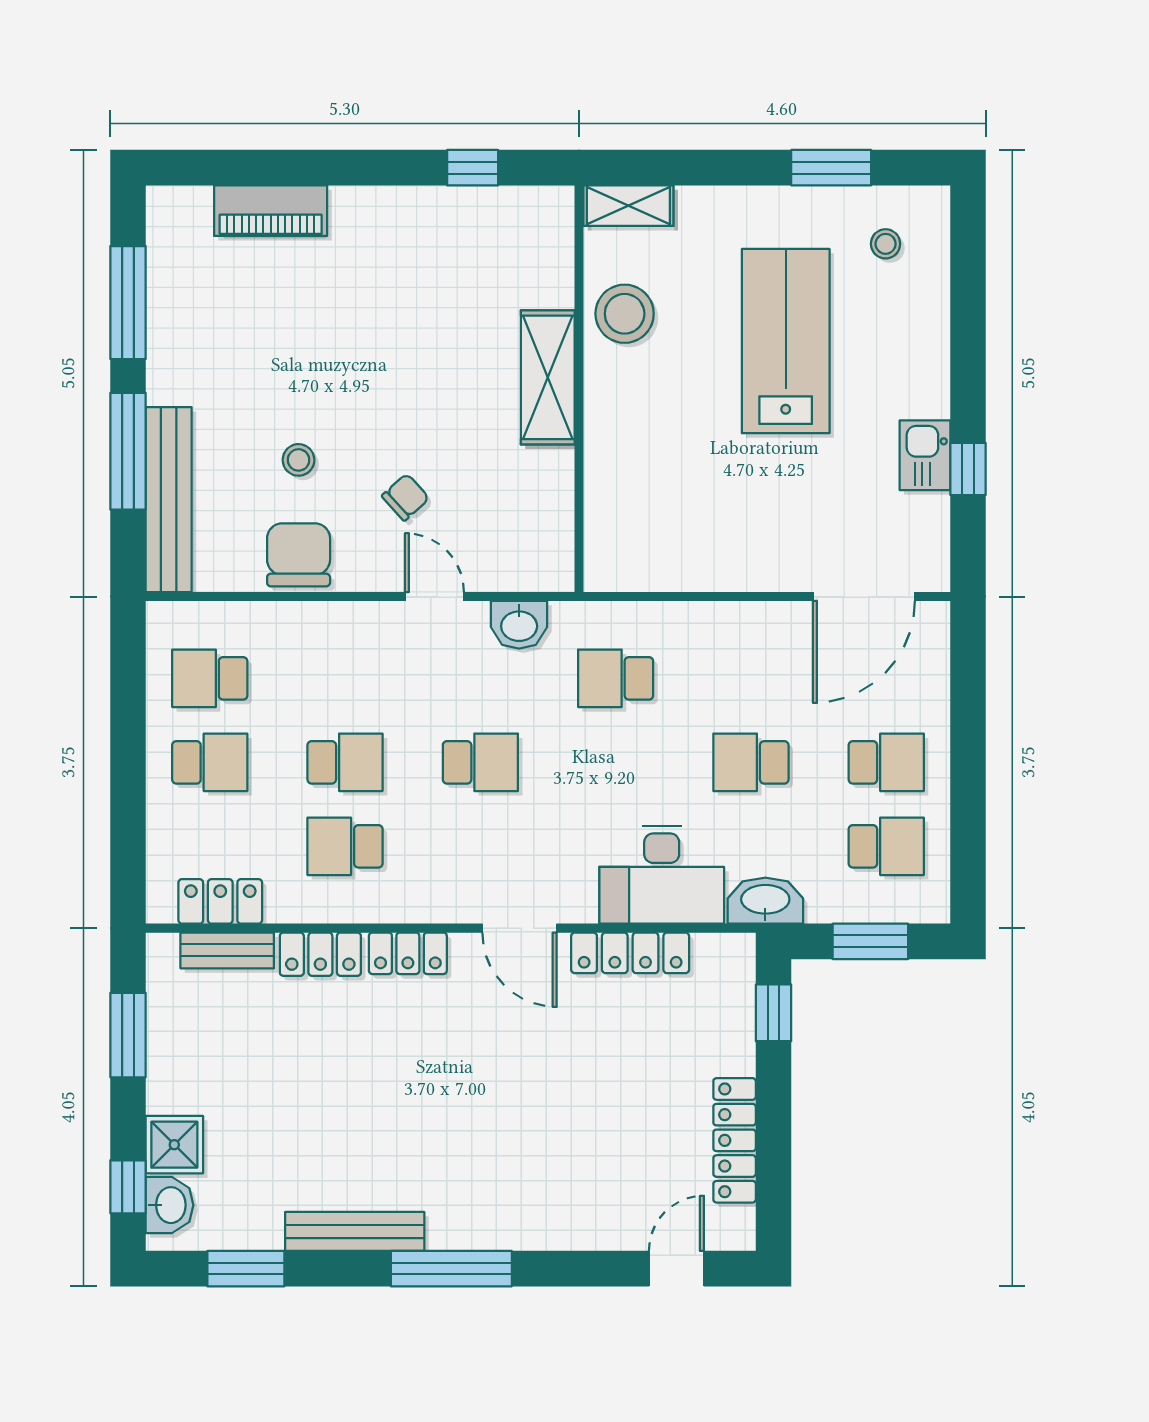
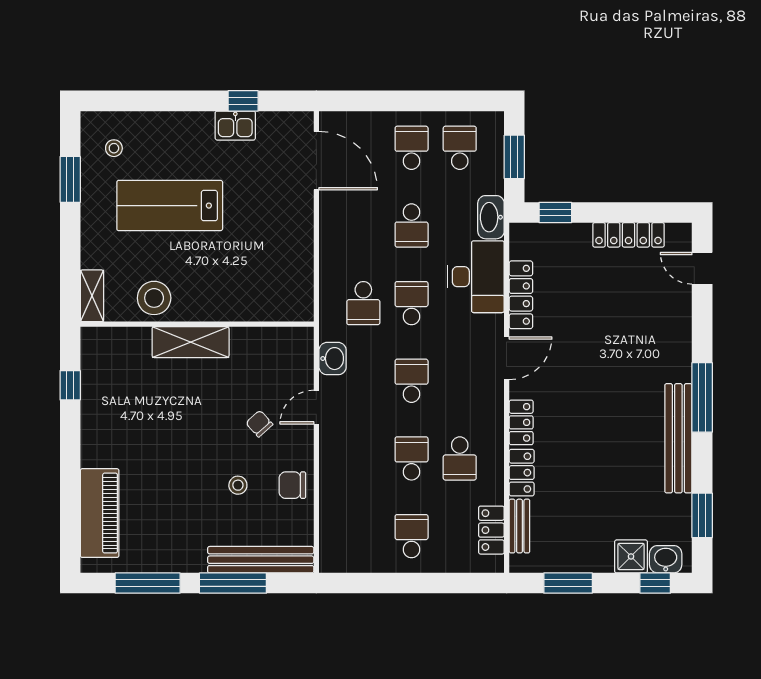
piano: (271, 211) -> (100, 513), width x1.37, depth x1.33
chair: (299, 555) -> (292, 485), width x0.73, depth x0.73
school desk: (210, 678) -> (412, 303), moved, turned 180
bench: (355, 1231) -> (678, 438), width x1.37, depth x1.21

